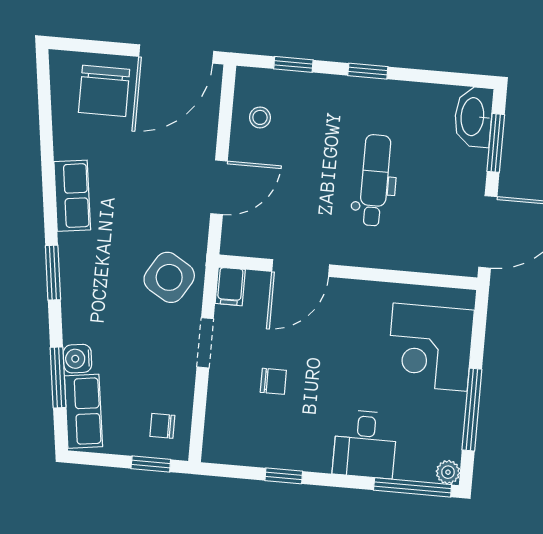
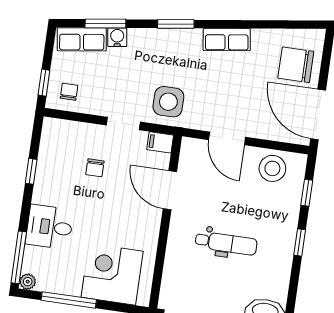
stool: (260, 117) -> (272, 168), width x1.89, depth x1.89
side table: (169, 277) -> (168, 102), turned -31

